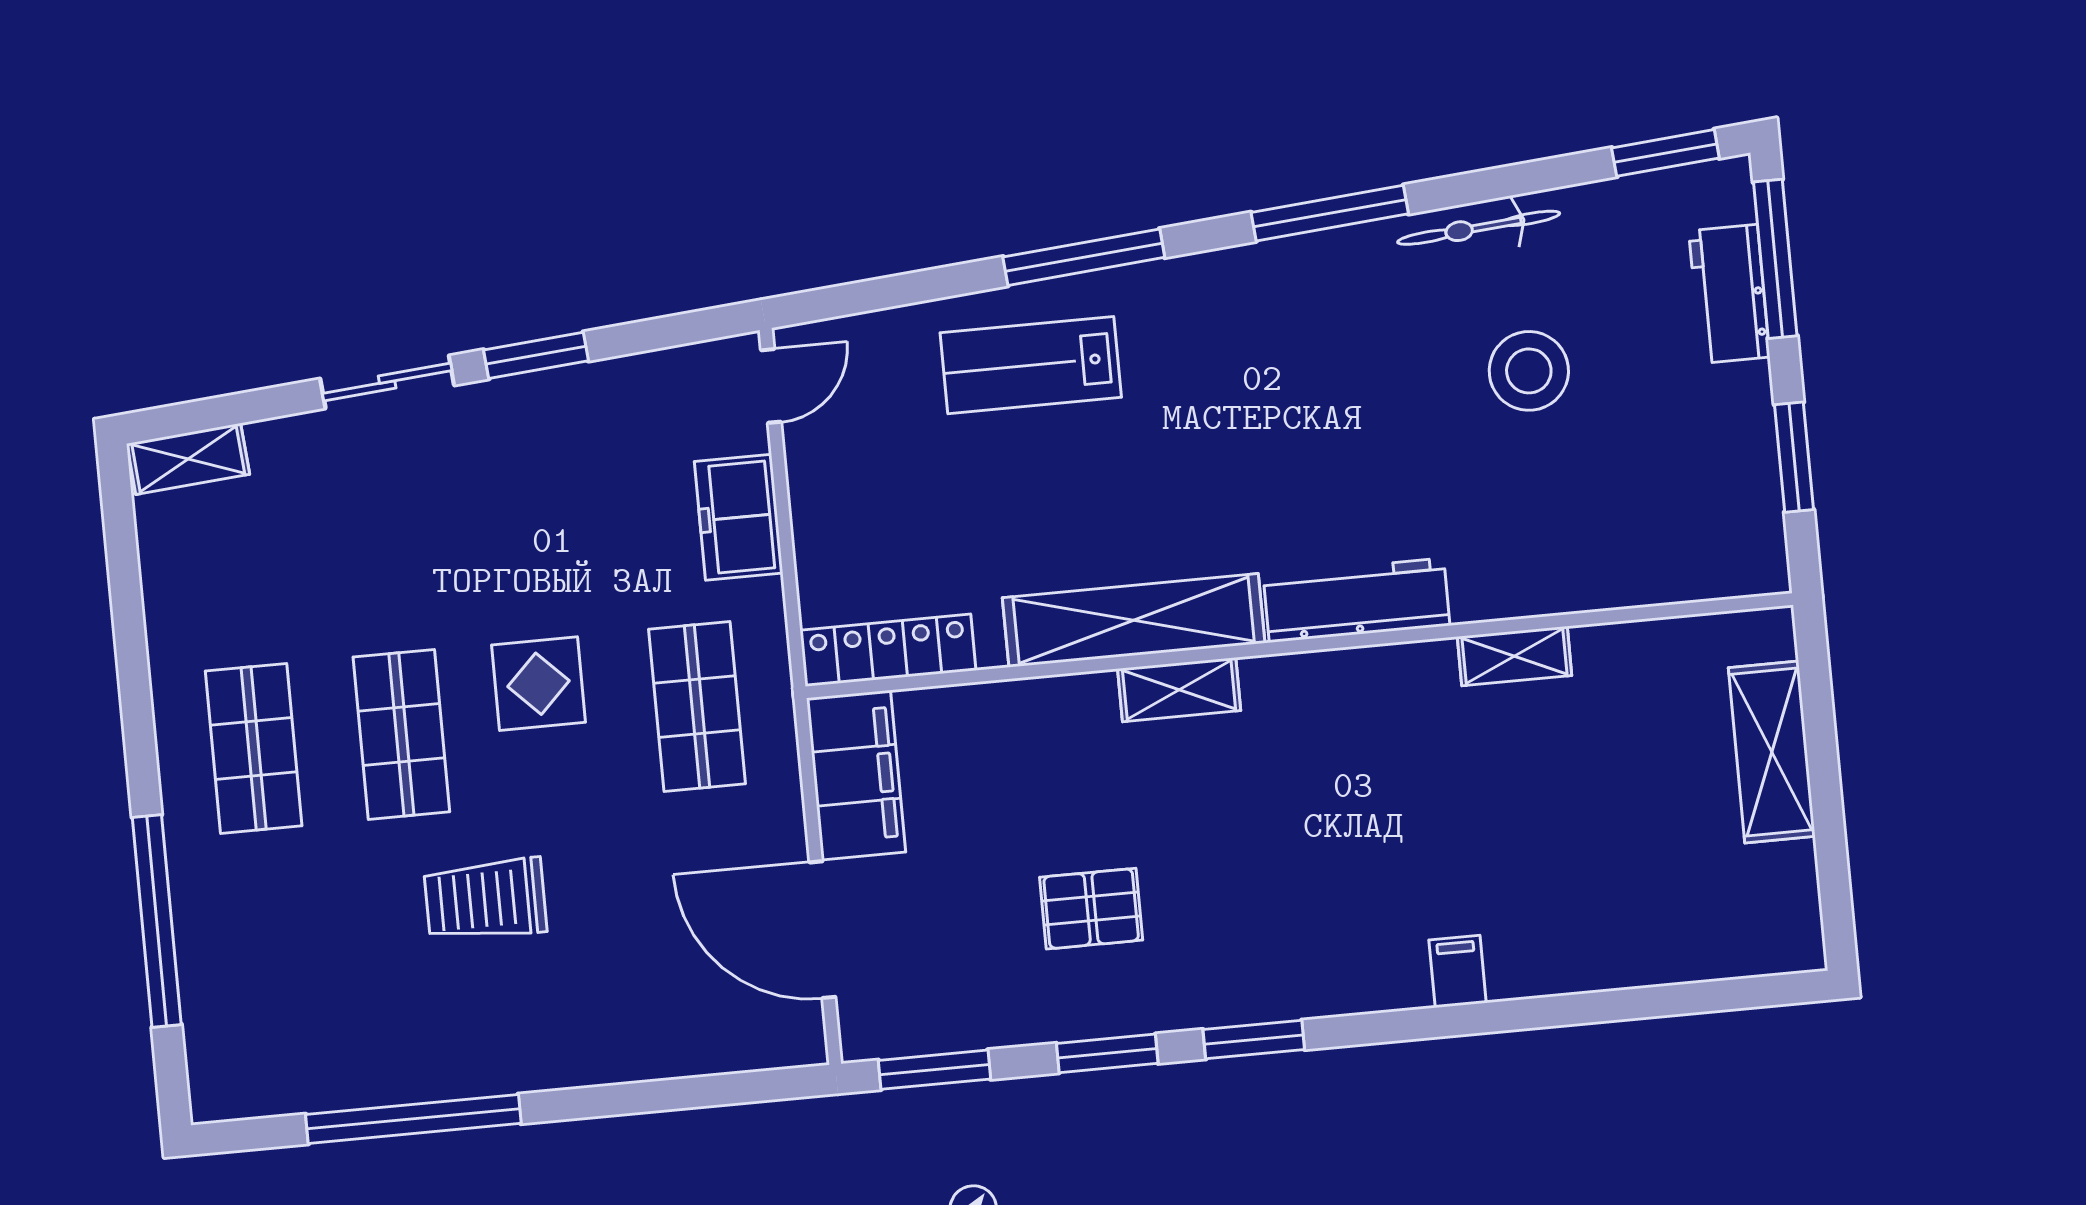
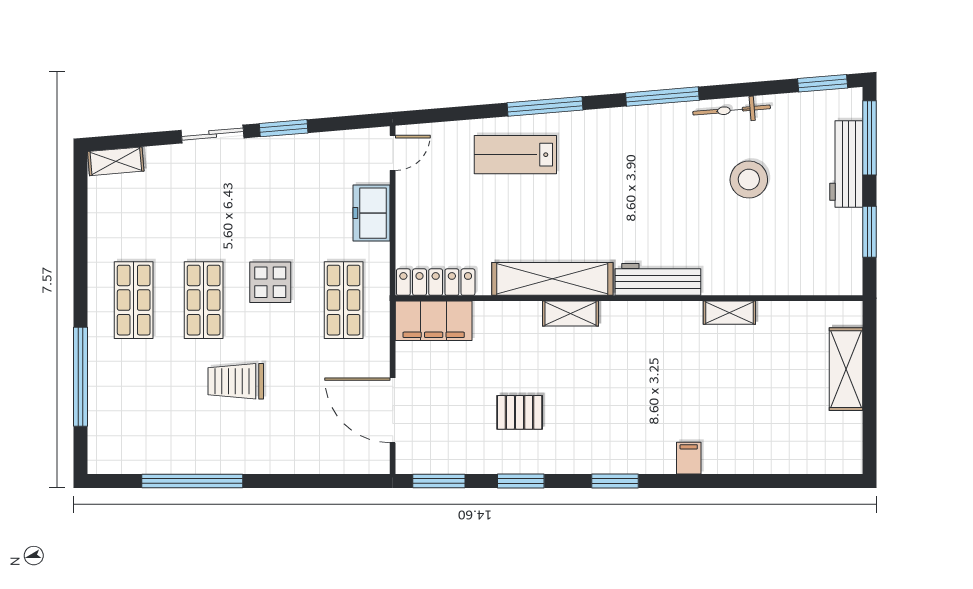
workbench: (1729, 294) -> (846, 164), width x1.38
filing cabinet: (856, 775) -> (434, 321), moved, turned 90
window: (1254, 1039) -> (615, 481), moved

